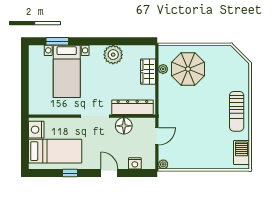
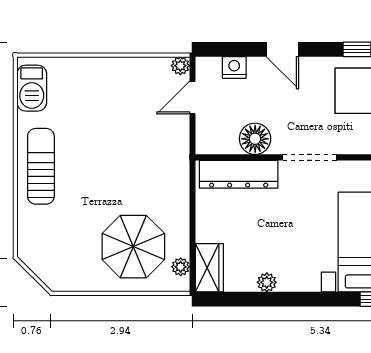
plant: (113, 55) -> (267, 282), width x0.53, depth x0.53
plant: (163, 69) -> (181, 267), moved
wardrobe: (148, 72) -> (209, 268), moved
door: (157, 136) -> (192, 98), moved

